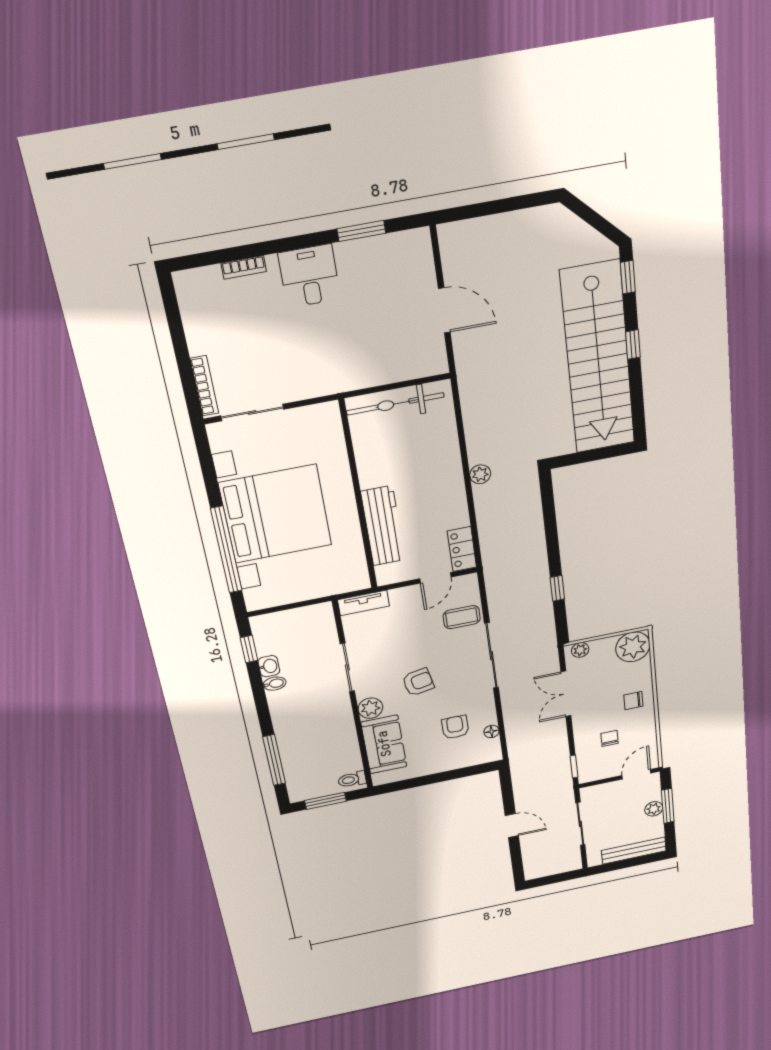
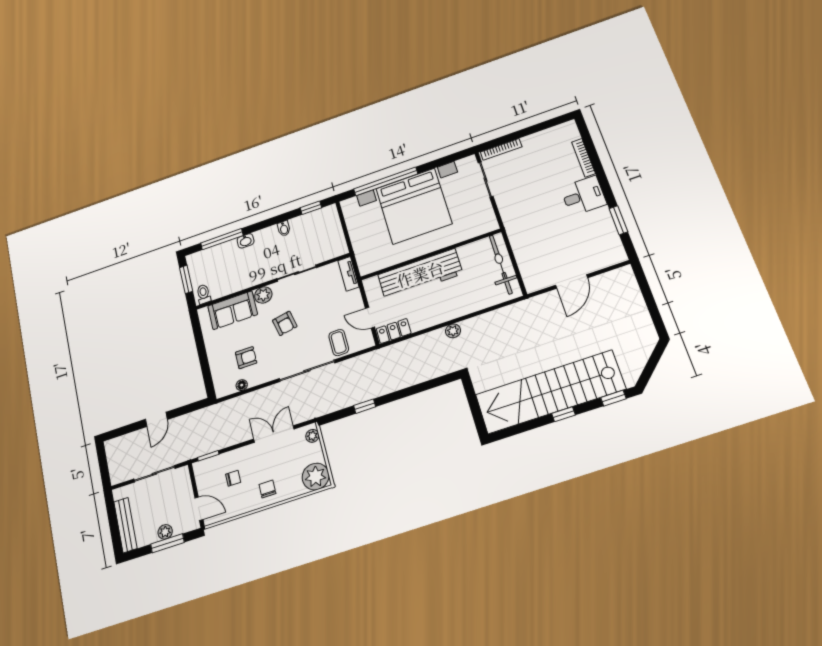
bookcase: (244, 267) -> (583, 158), width x1.56
workbench: (383, 526) -> (420, 274), width x1.36, depth x1.32
washbasin: (269, 666) -> (246, 241), moved

